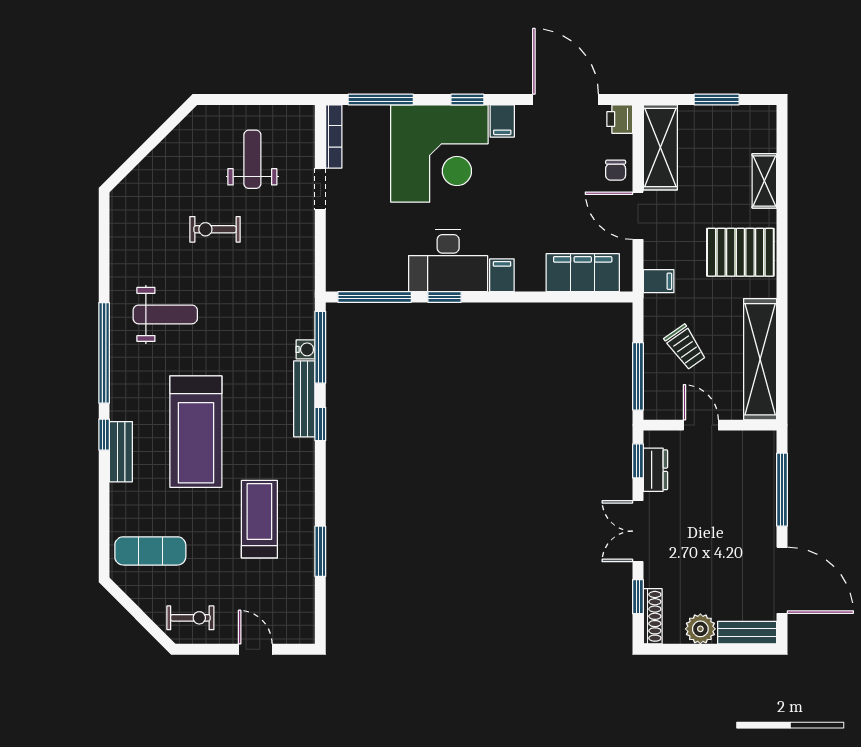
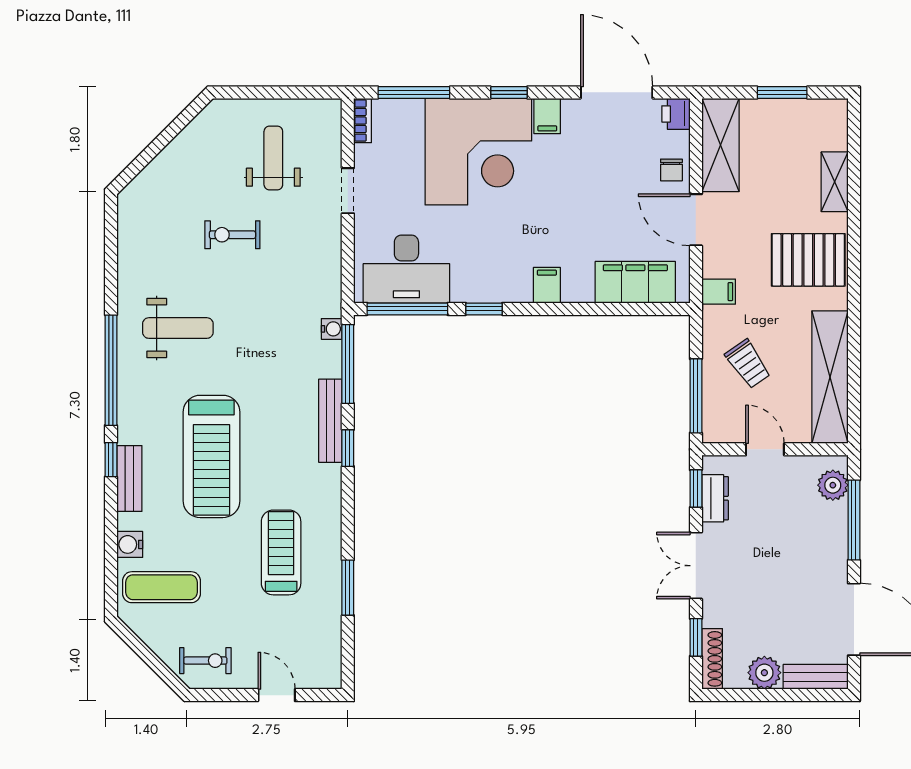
bookcase: (334, 137) -> (363, 121), width x0.64
desk: (448, 261) -> (406, 269), moved
water cooler: (306, 349) -> (332, 329), moved
plant: (763, 458) -> (833, 485), added
water cooler: (121, 512) -> (130, 544), added

